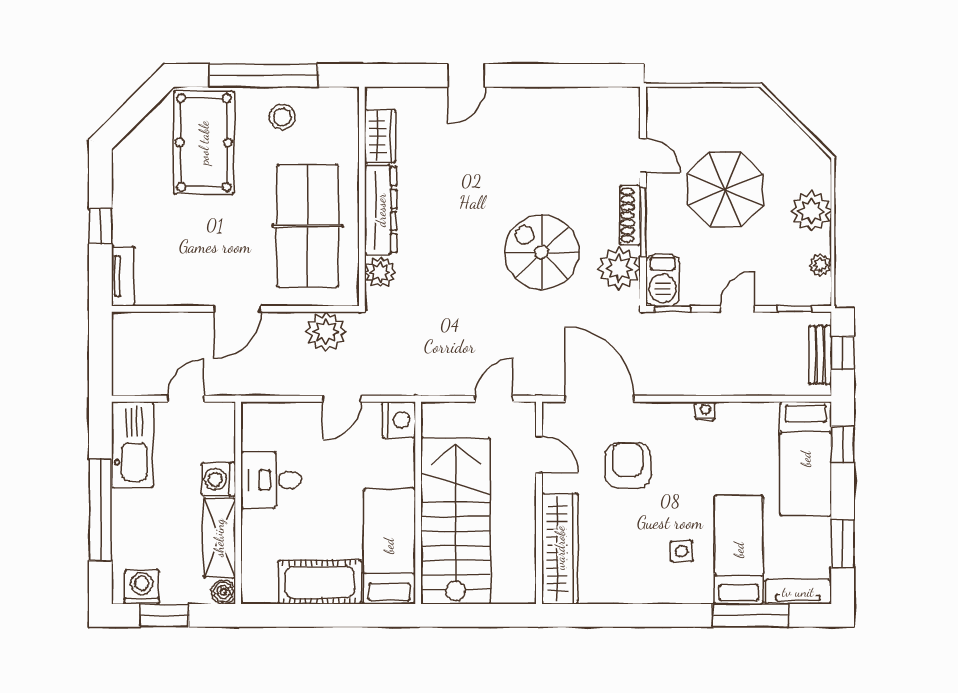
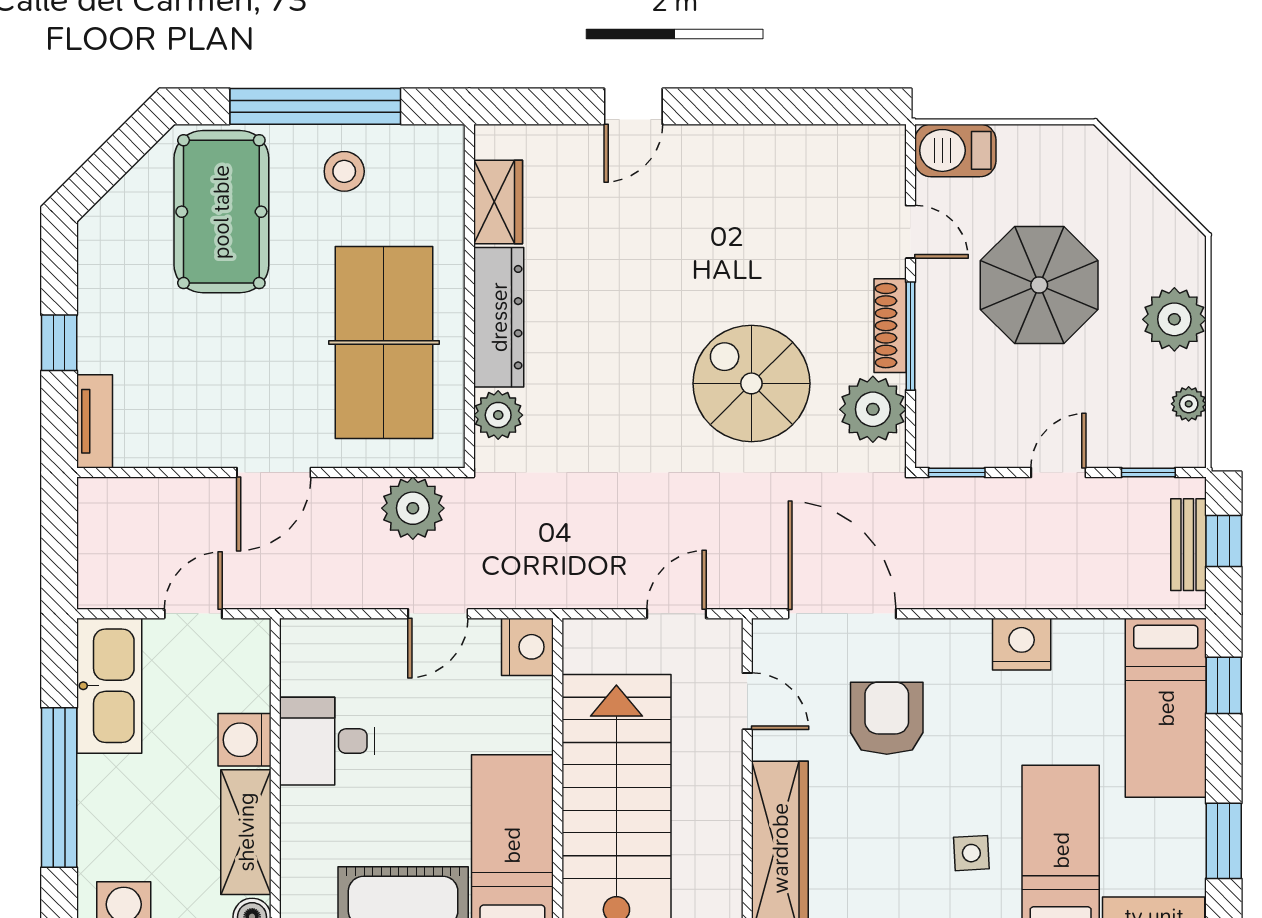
barbecue: (663, 280) -> (955, 150), moved, turned 90
nightstand: (705, 411) -> (1022, 644), width x1.89, depth x1.79

